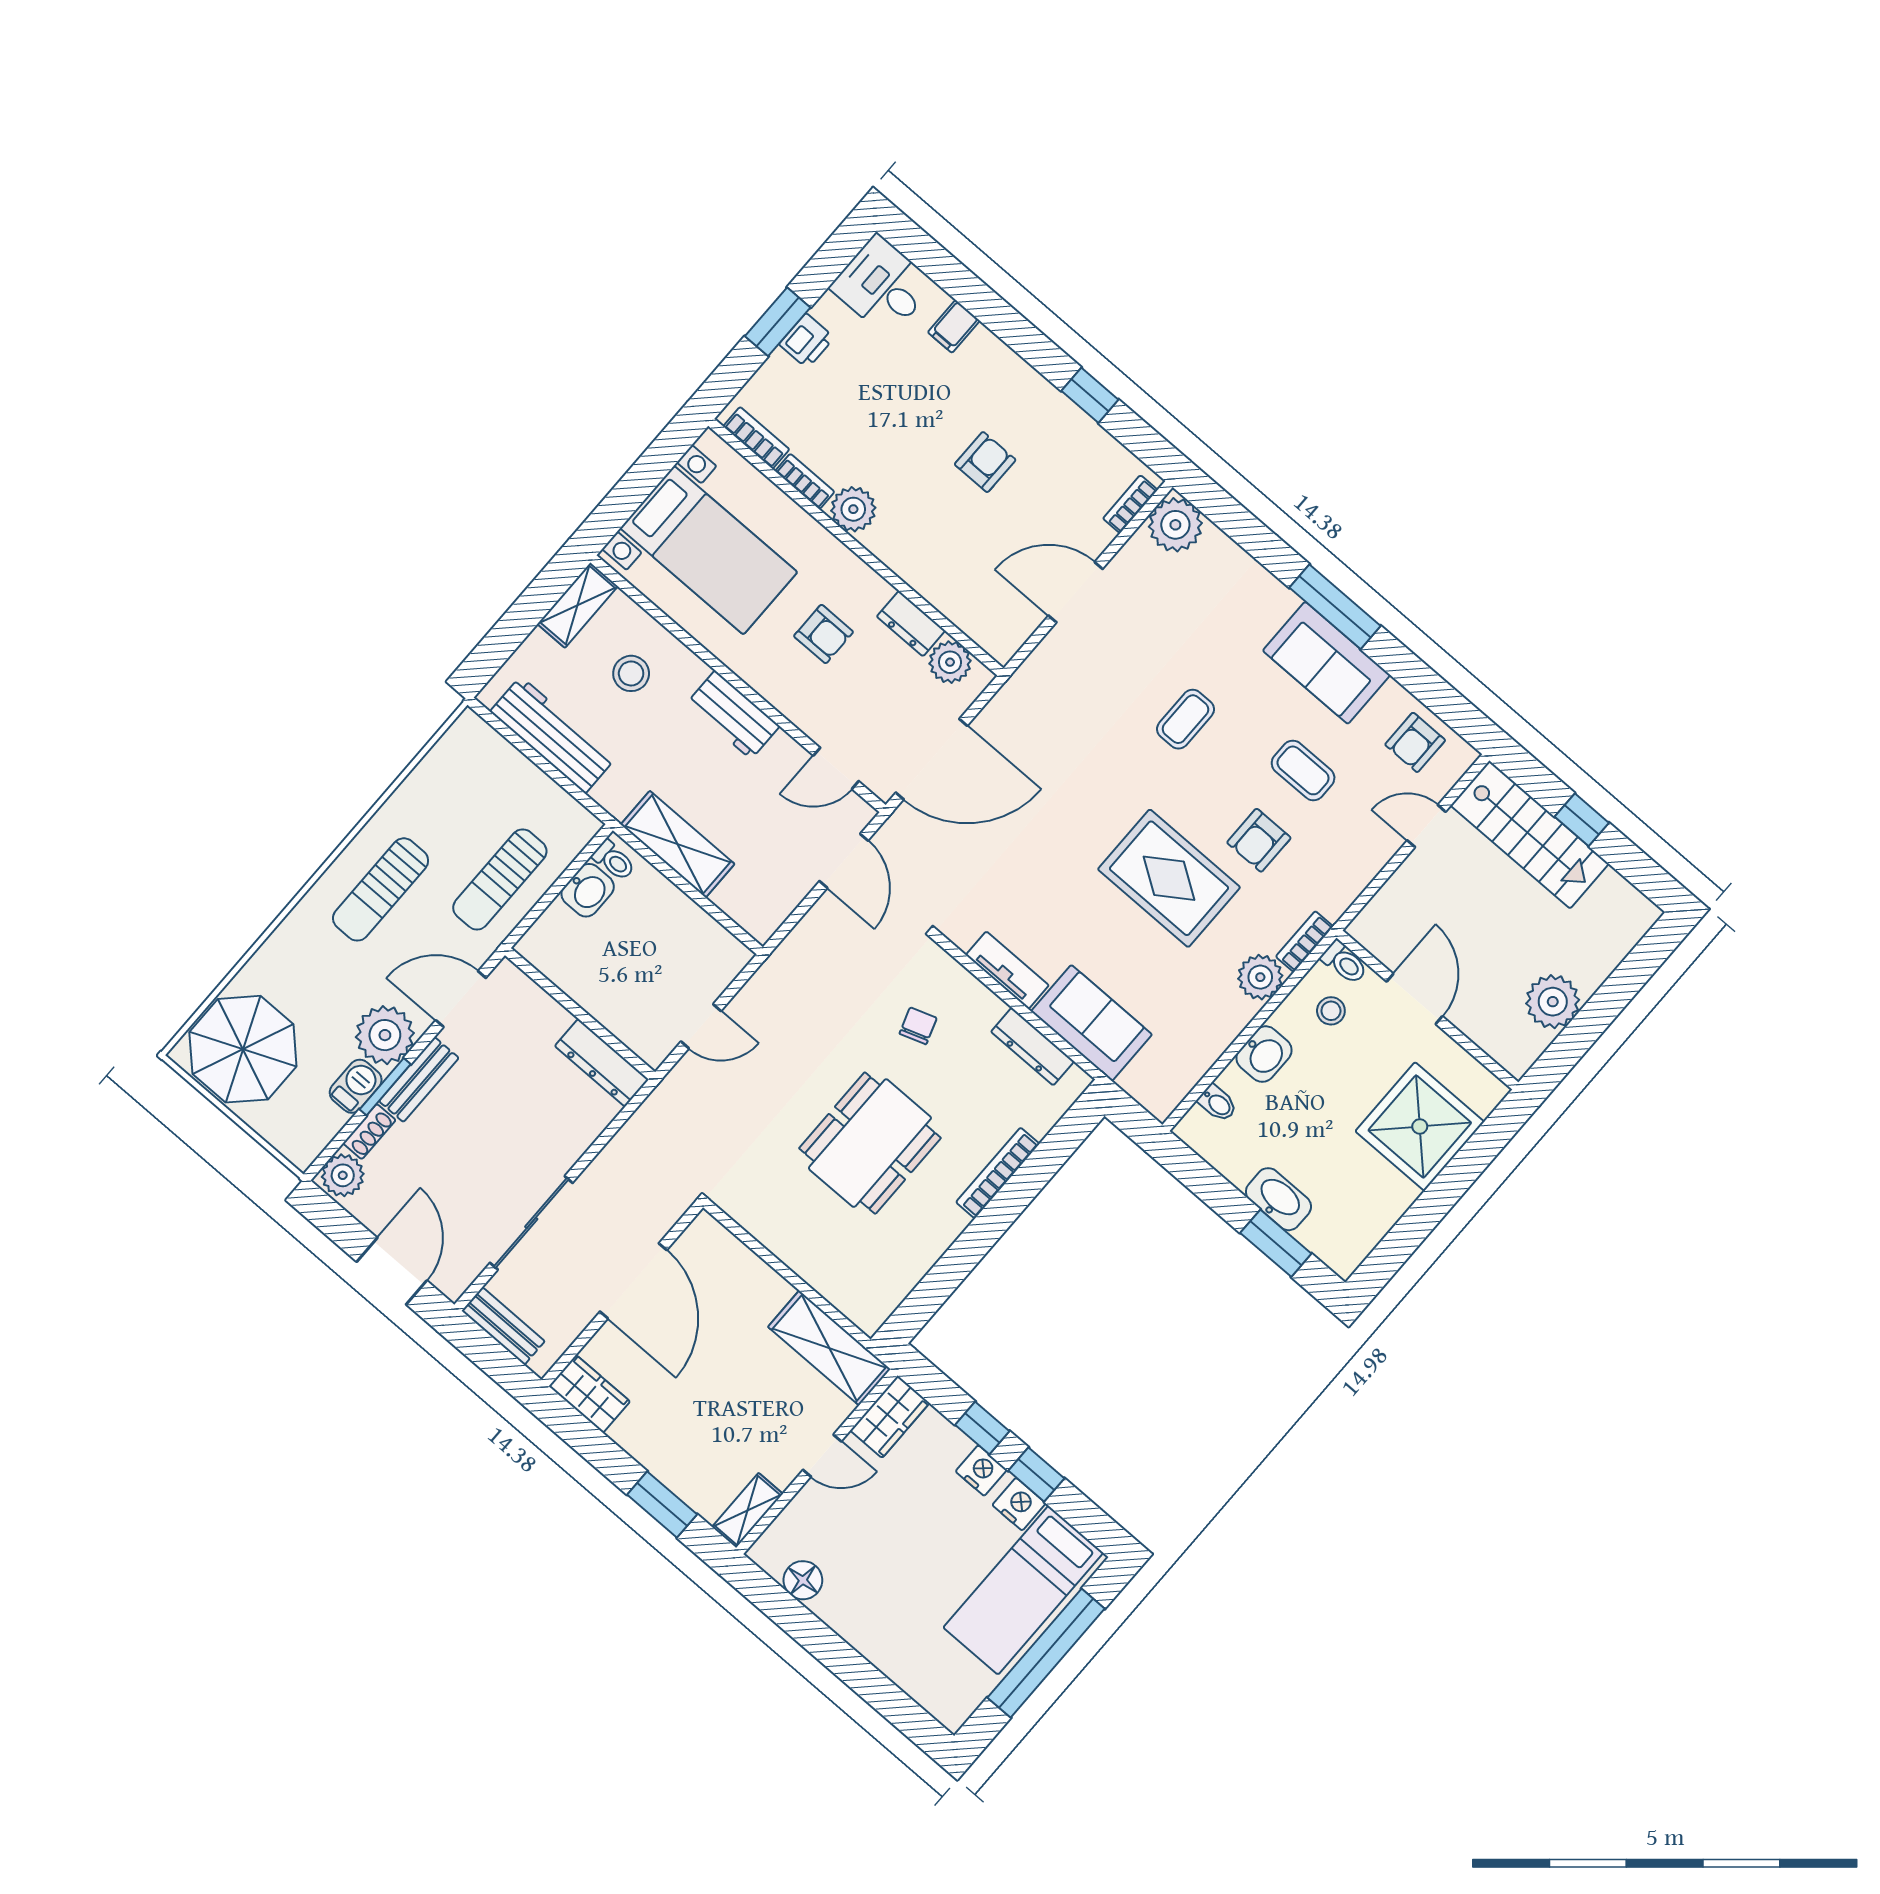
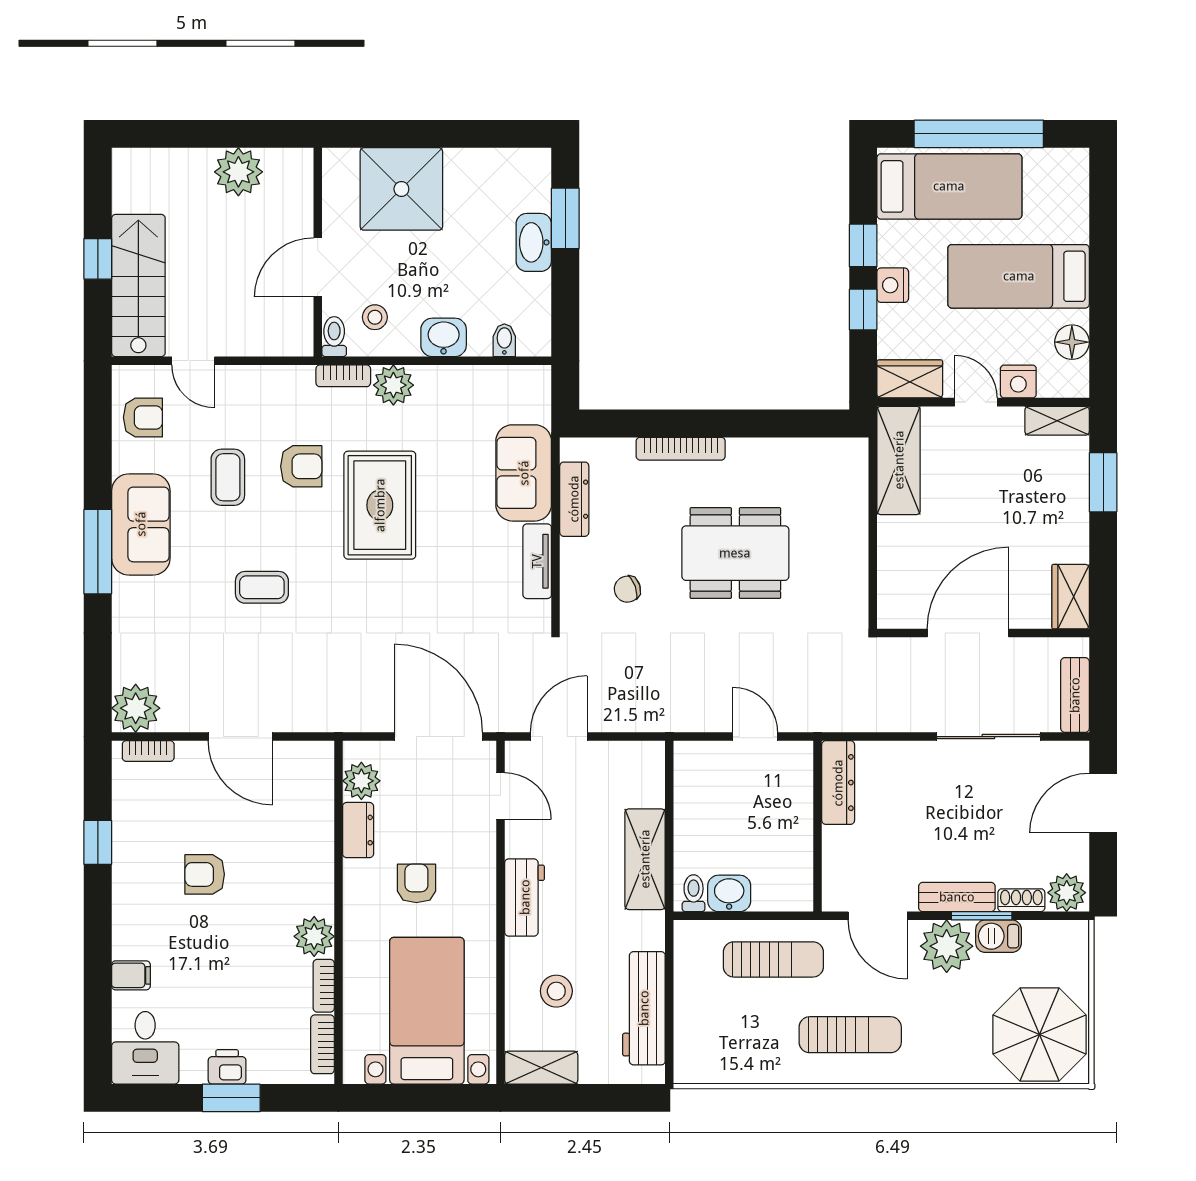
nightstand: (1019, 1504) -> (1018, 382), moved, turned -90
bed: (897, 1583) -> (1019, 276), added

